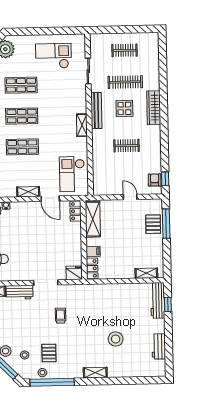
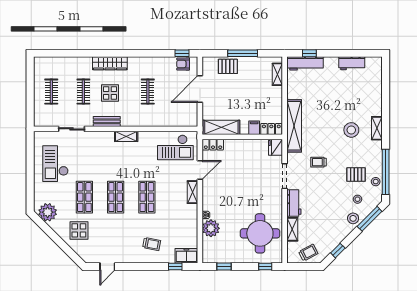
clothes rail: (125, 82) -> (83, 92), width x0.73
bench: (96, 111) -> (107, 121), width x0.73
door: (130, 197) -> (200, 89), width x1.88
window: (166, 224) -> (243, 53), moved
shelving: (96, 291) -> (294, 126), added
stool: (116, 339) -> (351, 130), moved

